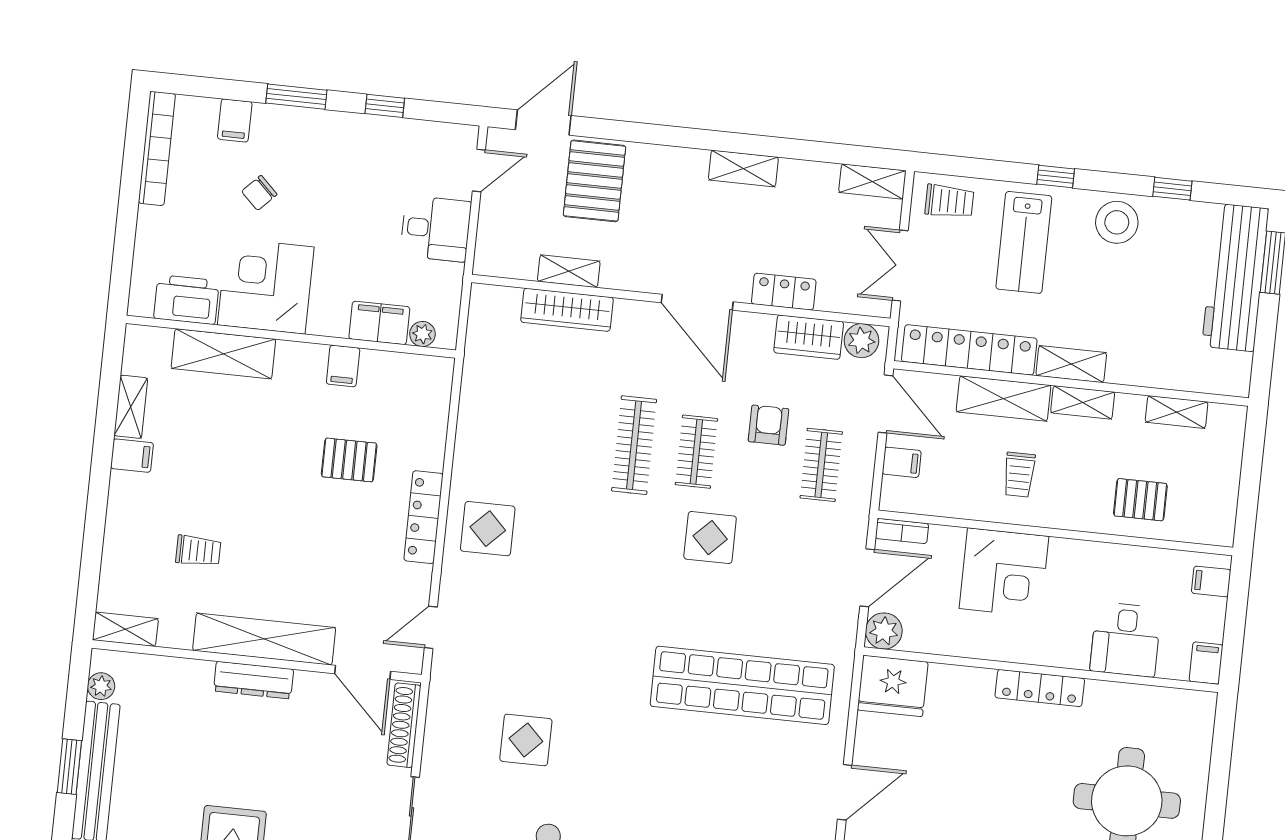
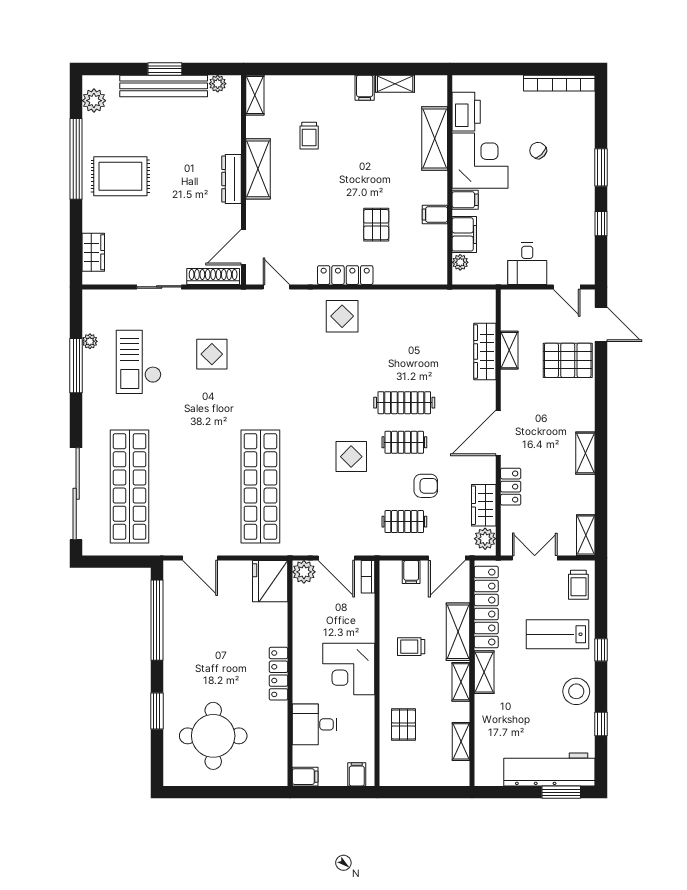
filing cabinet: (235, 120) -> (465, 200), moved, turned 180
corner desk: (1004, 572) -> (349, 669), moved
shelving: (264, 639) -> (258, 169), width x0.68

